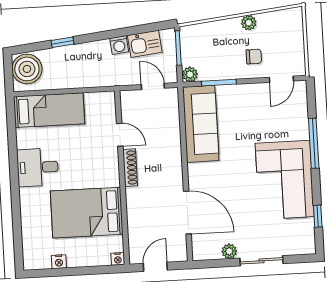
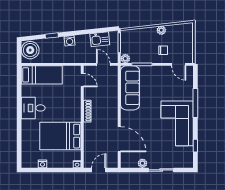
washing machine: (119, 45) -> (70, 41), moved
door: (281, 79) -> (179, 64), hinge flipped
door: (120, 135) -> (82, 80), moved

